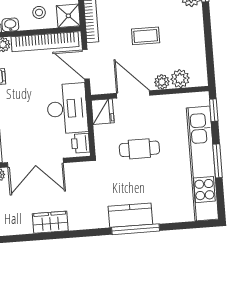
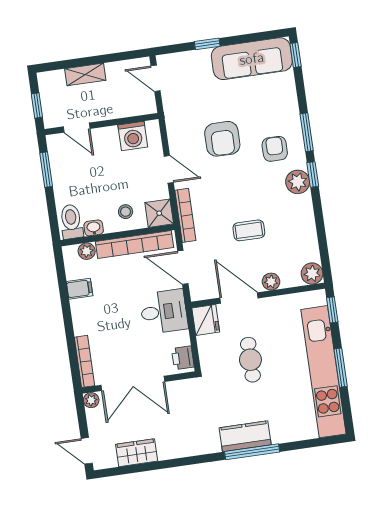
plant: (180, 79) -> (312, 274), moved
desk: (67, 109) -> (164, 312), width x0.73
cafe table: (139, 149) -> (250, 360), turned 90
wardrobe: (50, 222) -> (137, 453), moved

